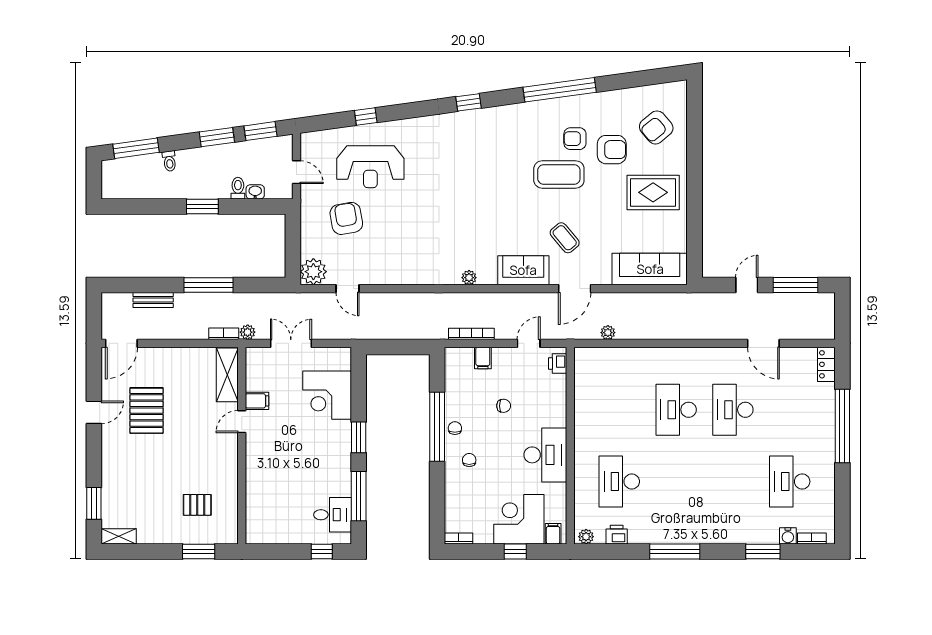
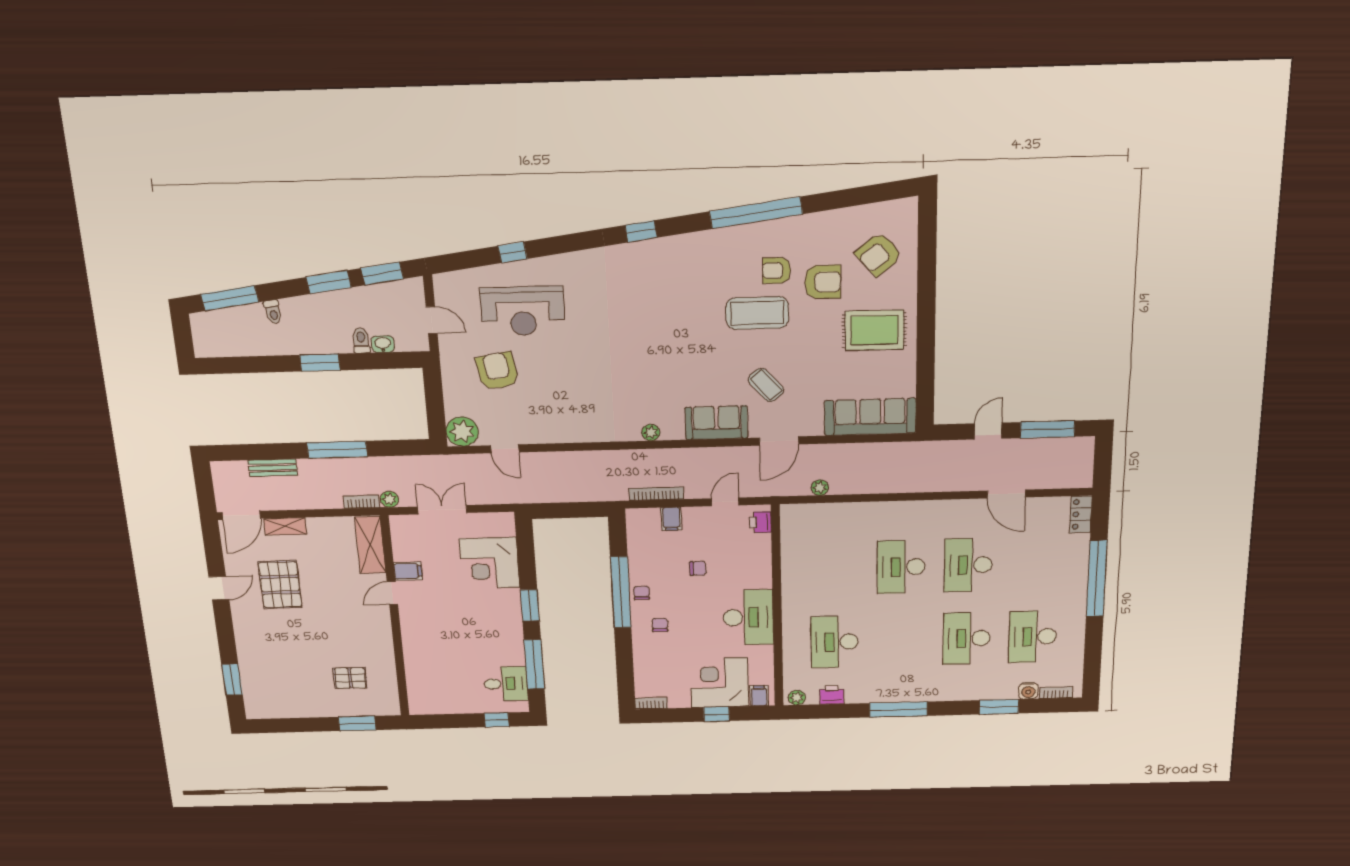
desk: (733, 482) -> (966, 638), added
shelving: (119, 536) -> (285, 526), moved

